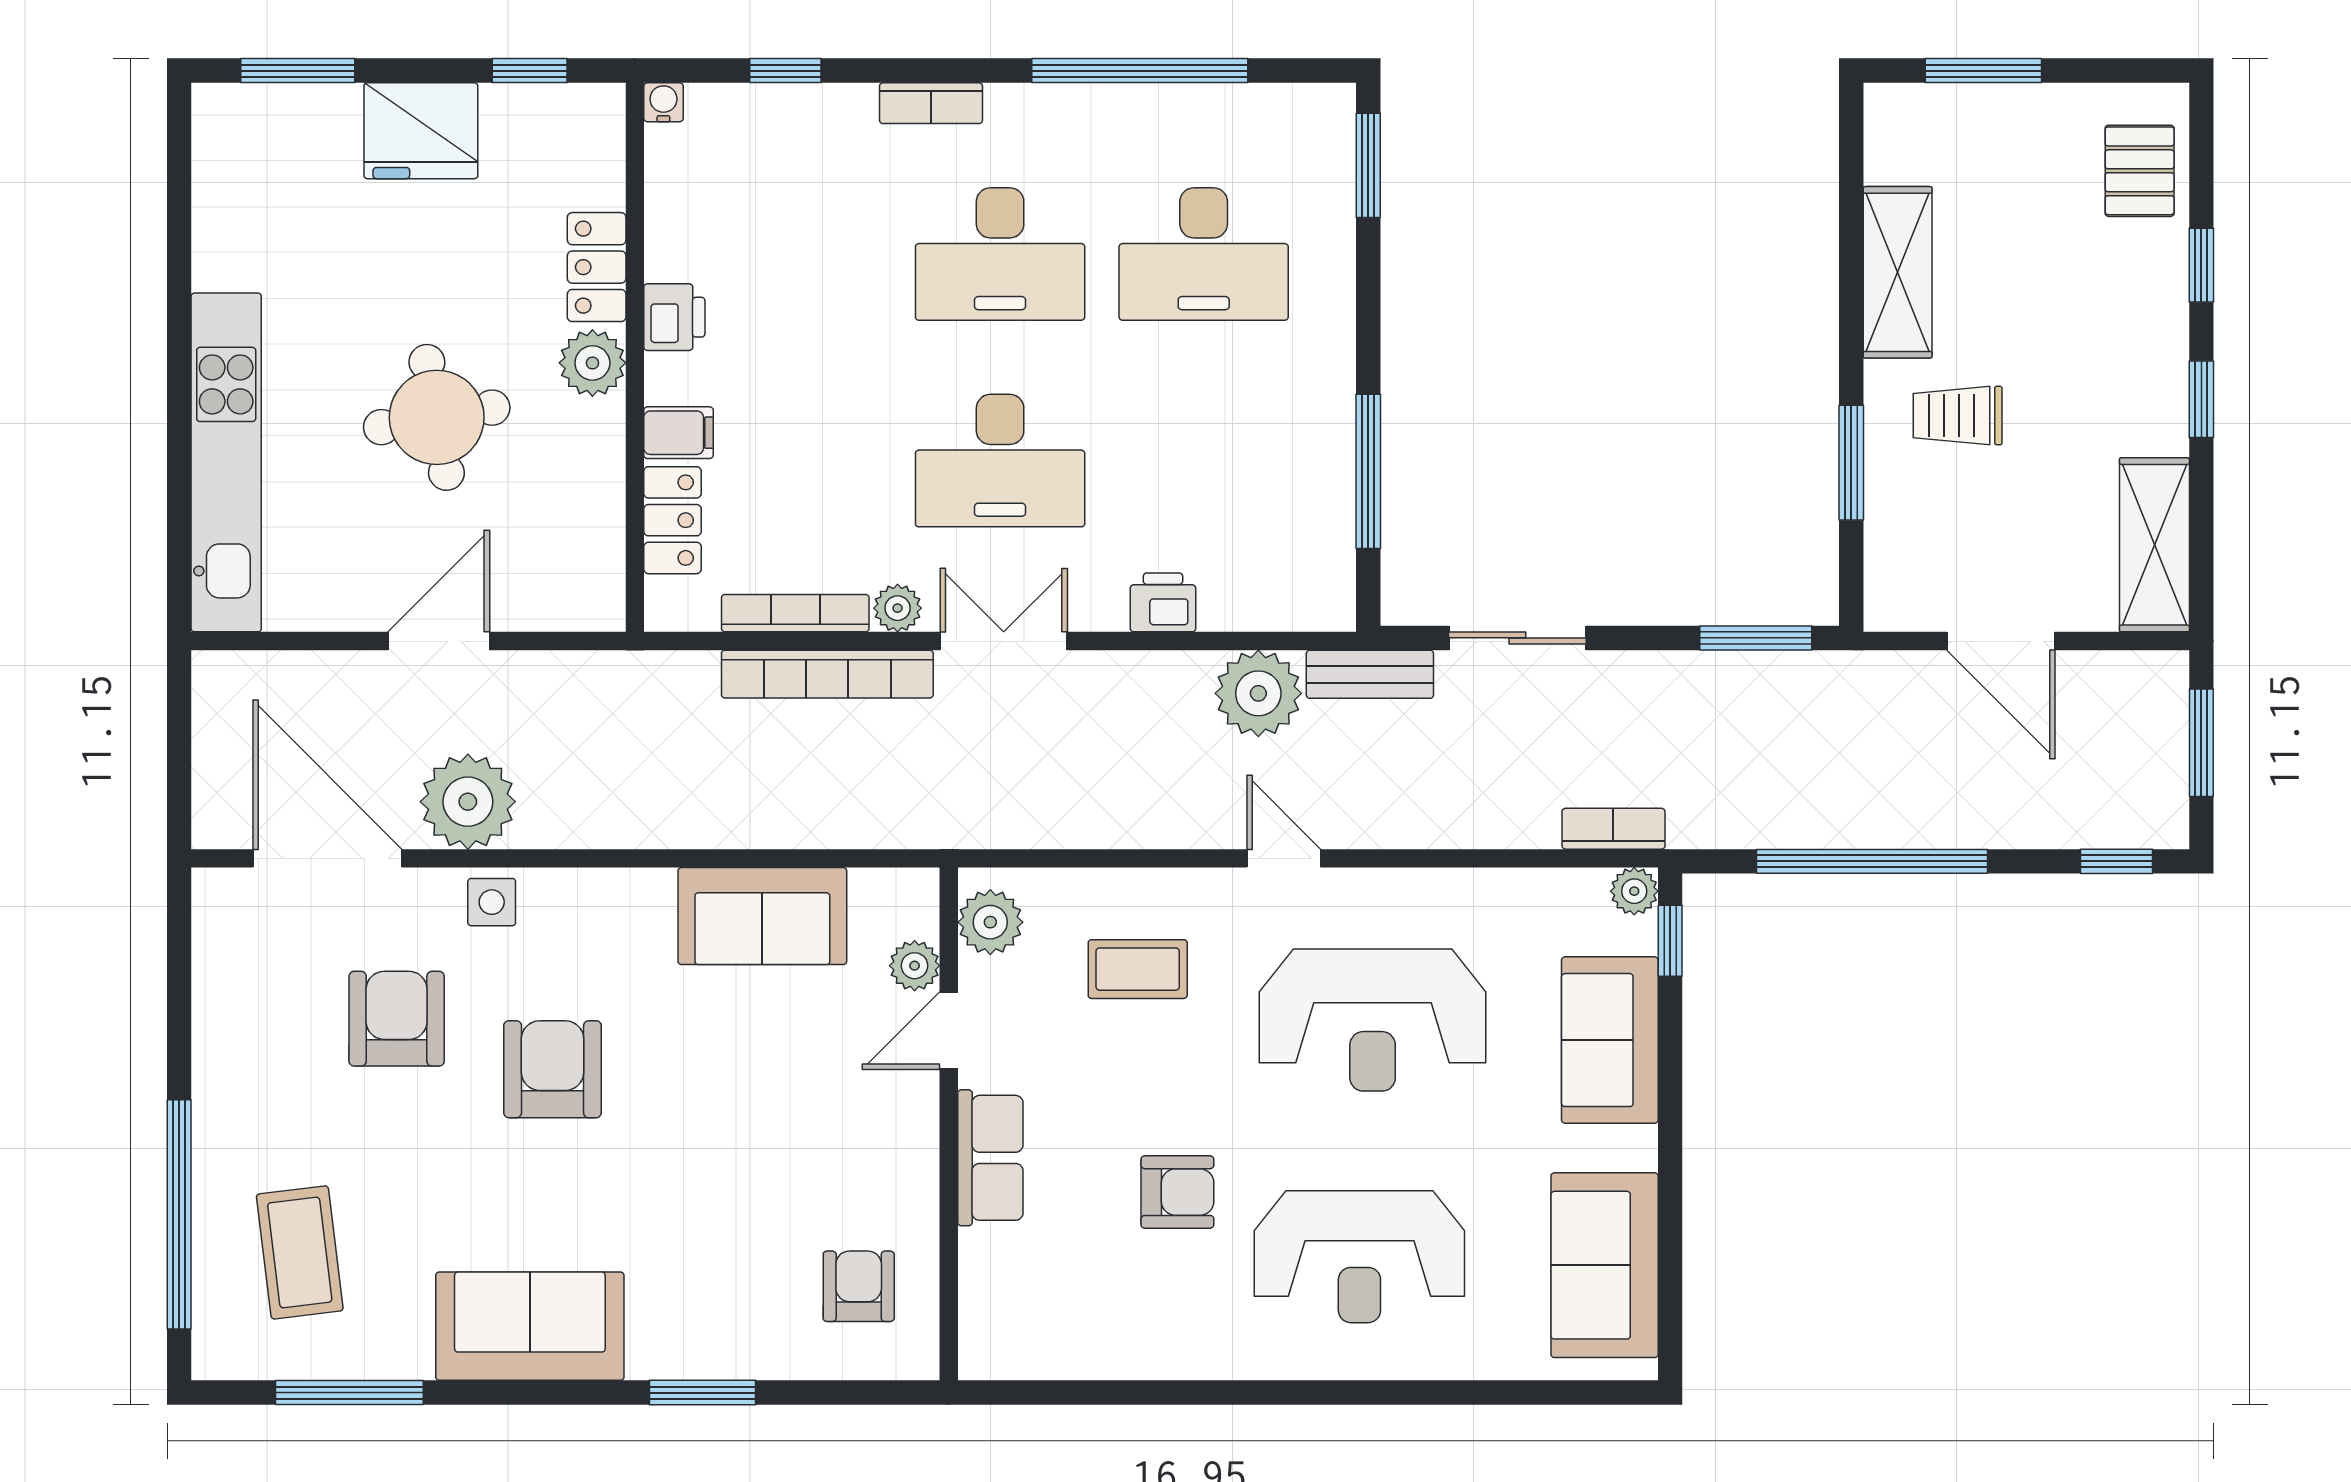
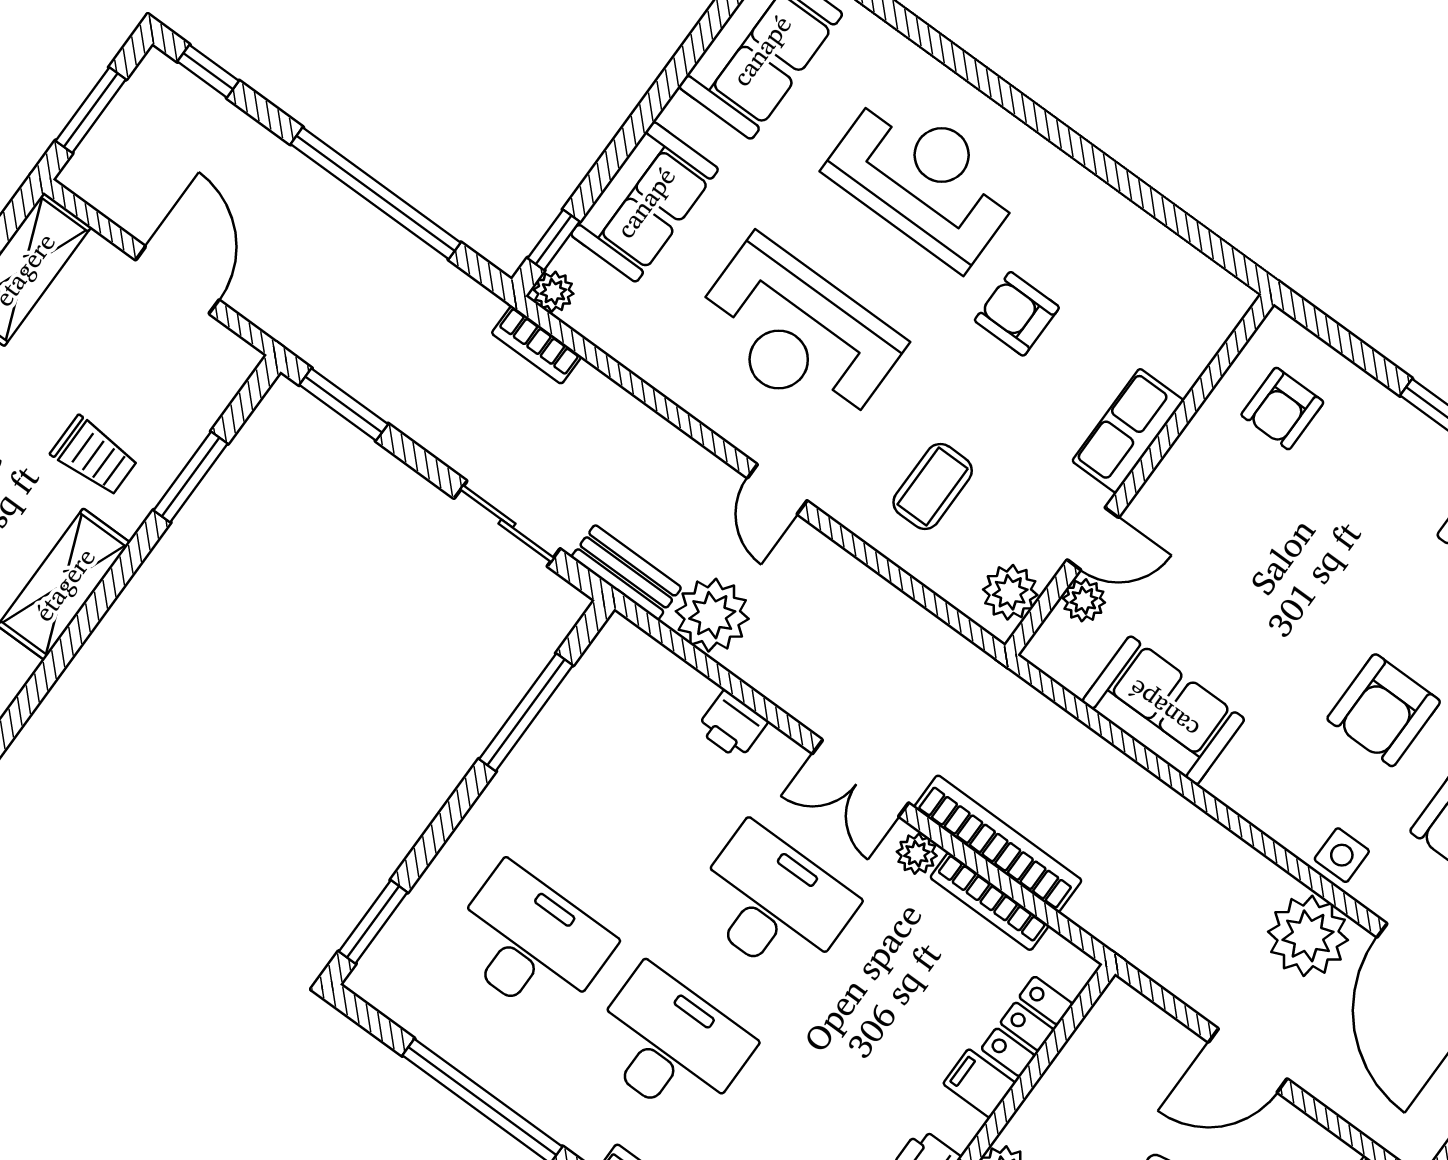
coffee table: (1138, 969) -> (933, 486), turned 90
reception desk: (1373, 1020) -> (797, 334), turned 180

